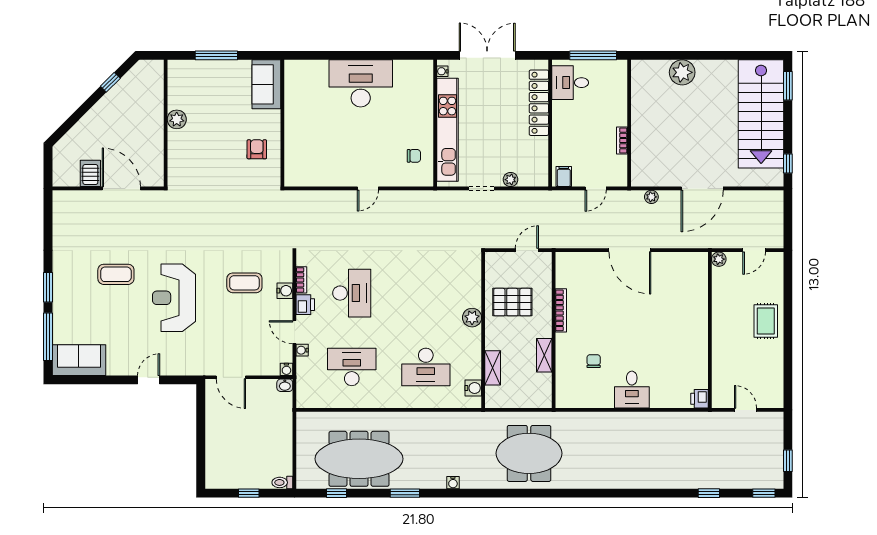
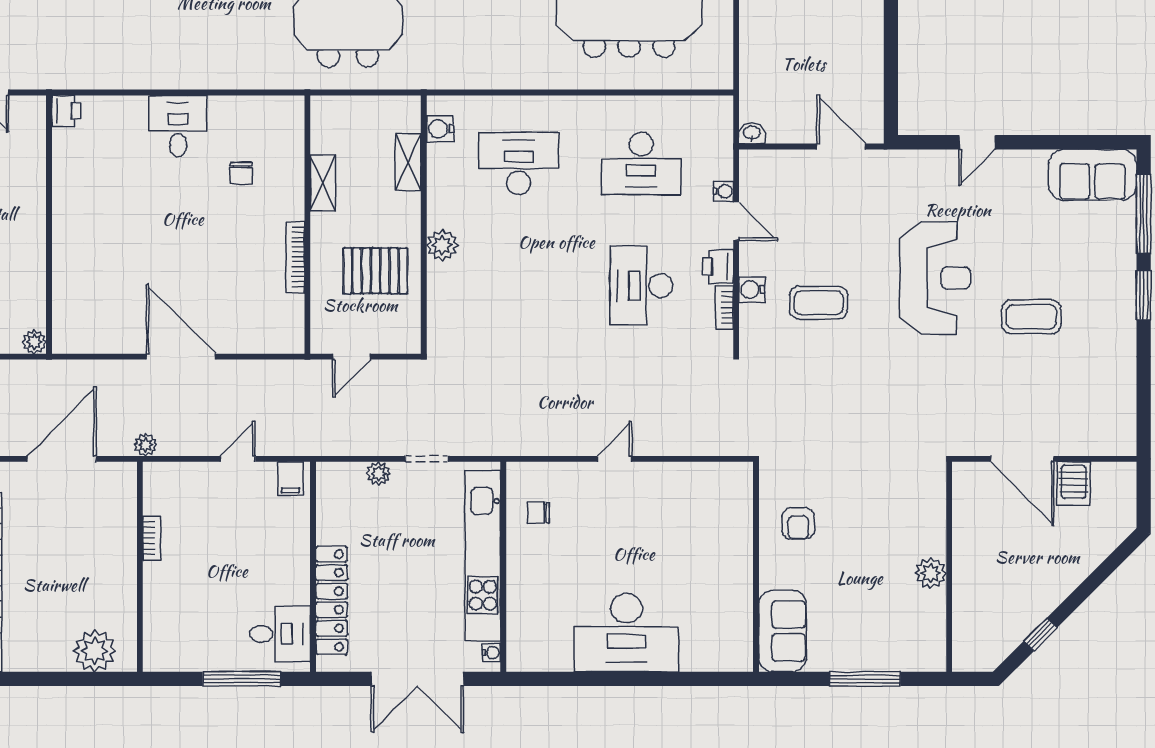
wall: (629, 123) -> (140, 567), moved
bookcase: (622, 141) -> (152, 538), moved
water cooler: (286, 369) -> (749, 160), removed

